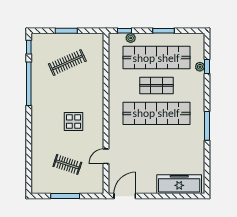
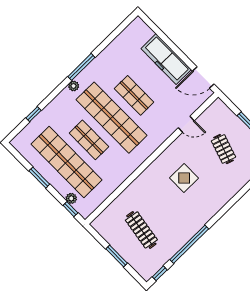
clothes rail: (67, 63) -> (141, 230), turned 33
plant: (200, 67) -> (74, 86), moved
shop shelf: (156, 141) -> (134, 95), added
freezer: (179, 184) -> (166, 59), moved

